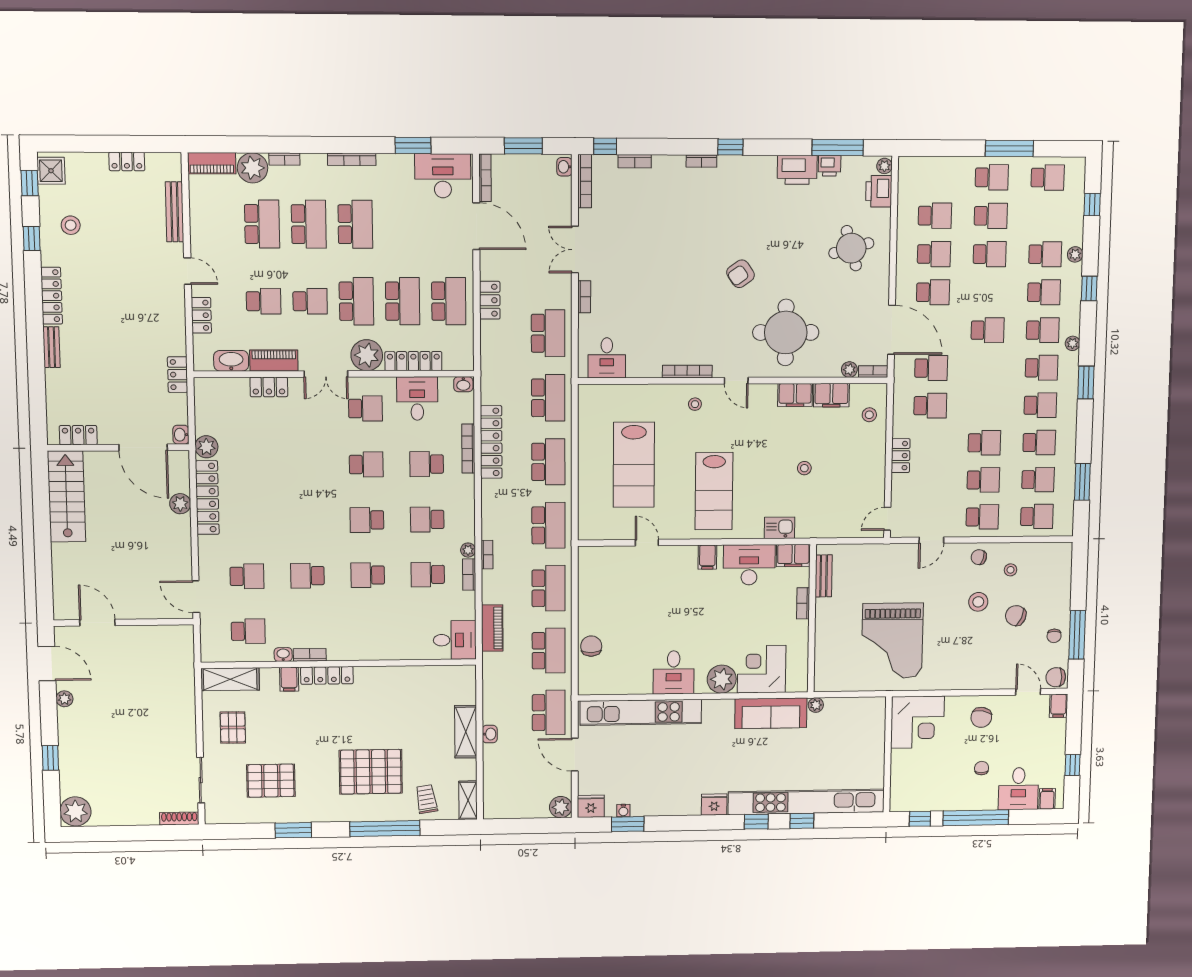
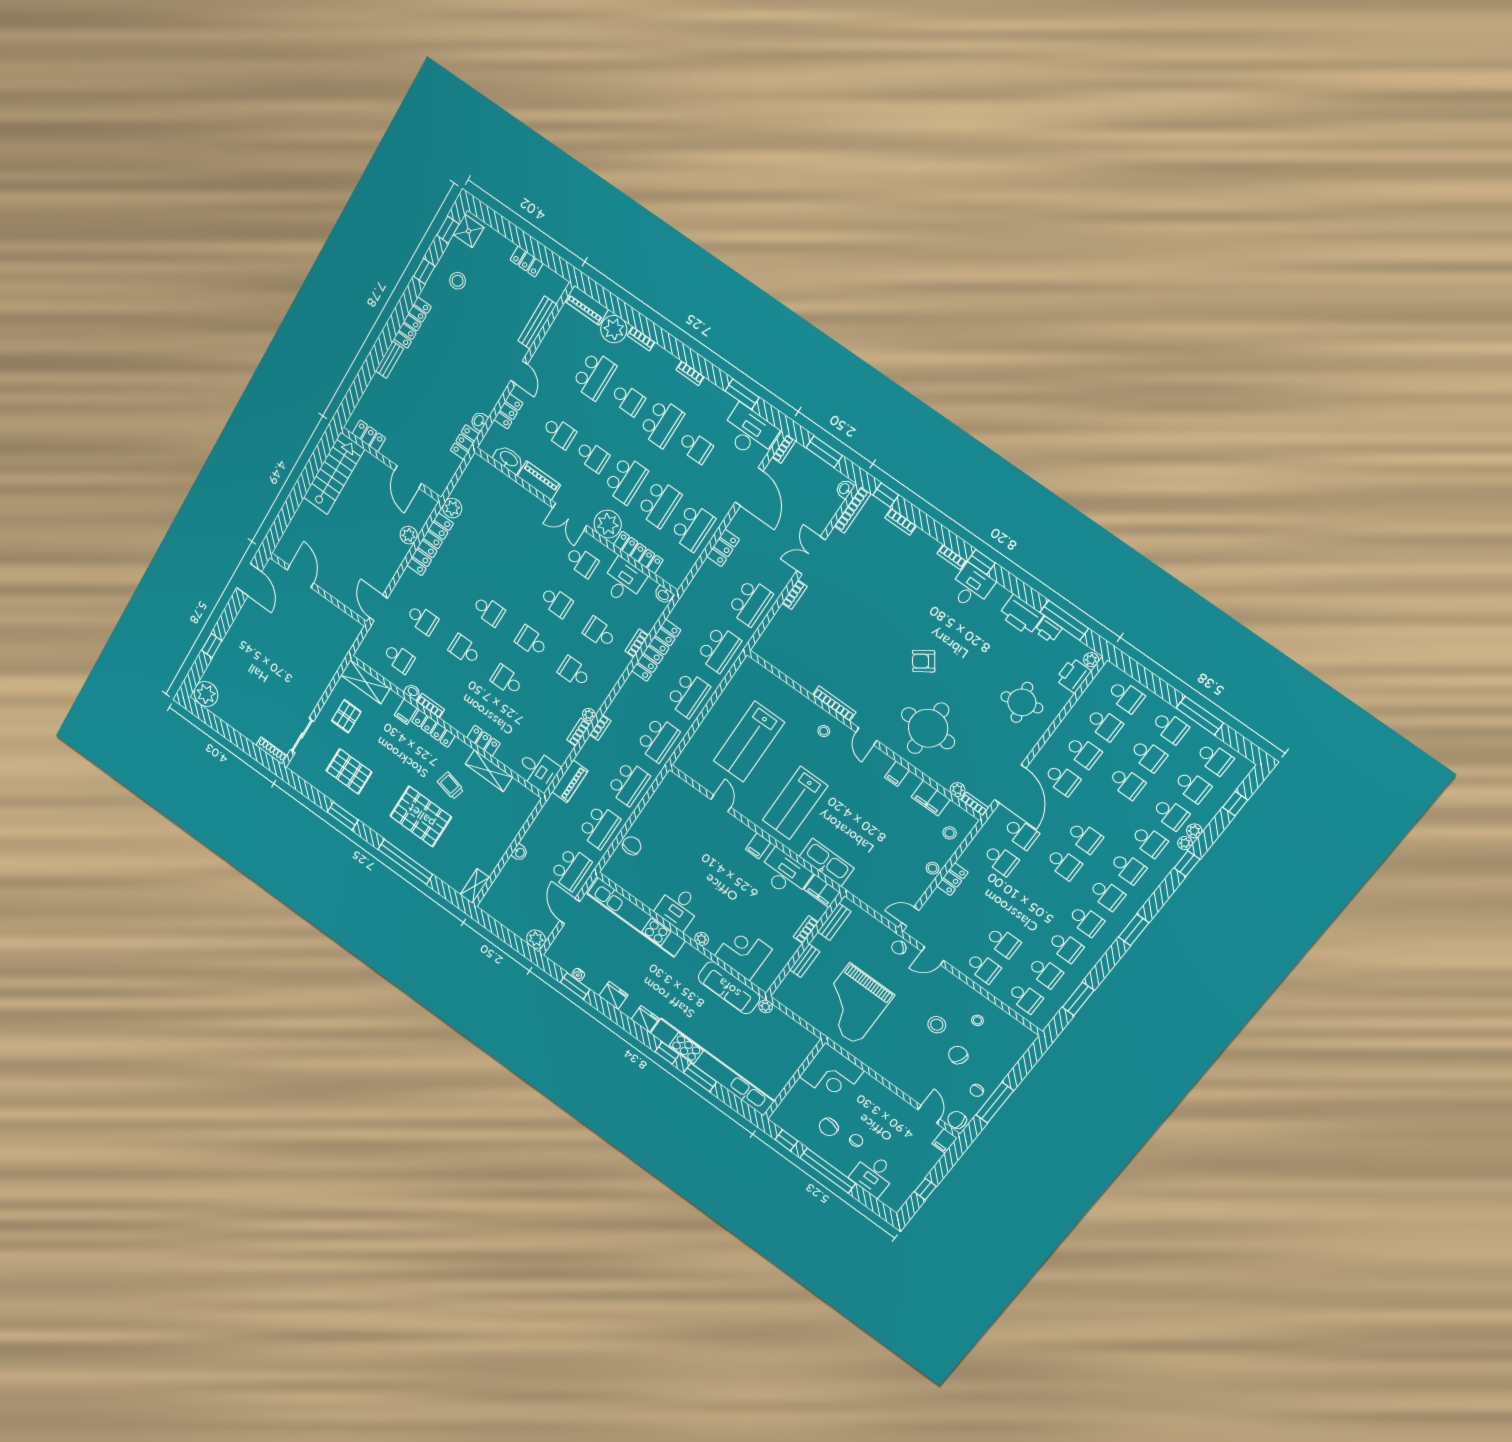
bookcase: (352, 159) -> (690, 373), width x0.64
school desk: (936, 177) -> (1126, 696), added
bookcase: (485, 178) -> (784, 449), width x0.64
school desk: (1046, 216) -> (1192, 786), added
school desk: (309, 224) -> (628, 399), width x0.54
school desk: (402, 224) -> (695, 447), added
plant: (1073, 343) -> (1185, 843), moved
desk: (607, 358) -> (971, 587), moved, turned 180
locker: (269, 387) -> (483, 741), moved, turned 180
filing cabinet: (795, 395) -> (897, 774), width x0.50
washbasin: (181, 435) -> (479, 421), moved
school desk: (984, 443) -> (1064, 864), moved
door: (143, 447) -> (408, 477), width x0.73
bookcase: (468, 448) -> (637, 643), width x0.64
stool: (804, 468) -> (933, 868), moved
kitchen sink: (780, 528) -> (827, 862), width x1.87, depth x1.24
chair: (979, 557) -> (899, 948), moved, turned -57
school desk: (428, 575) -> (489, 611), moved, turned 180
bench: (822, 633) -> (805, 961), added
plant: (722, 679) -> (702, 939), width x0.53, depth x0.53
plant: (64, 699) -> (246, 612), removed
chair: (981, 717) -> (829, 1127), moved
shelving: (466, 732) -> (489, 771), moved, turned 90
trolley: (426, 799) -> (451, 786), moved, turned -67
filing cabinet: (1047, 799) -> (890, 1198), removed
fridge: (591, 806) -> (614, 995), moved
window: (802, 821) -> (700, 1077), width x1.50

